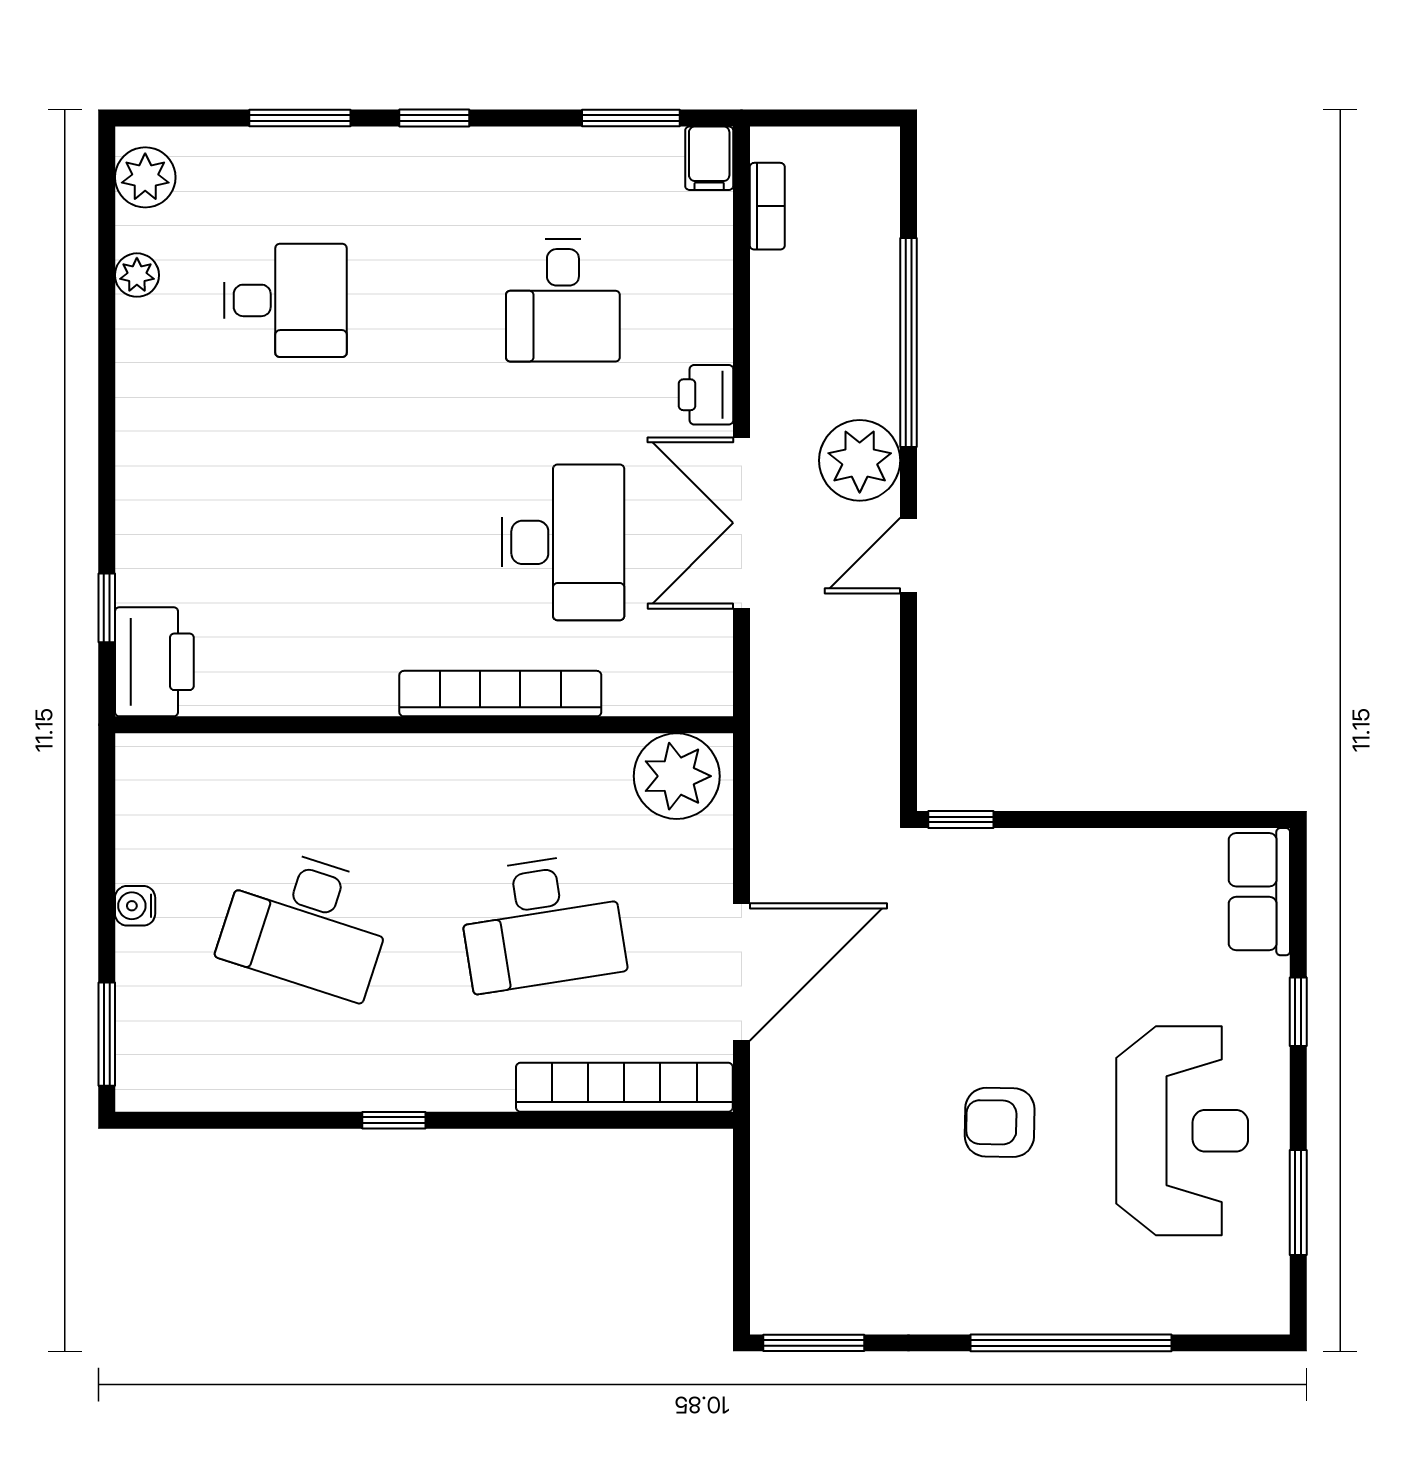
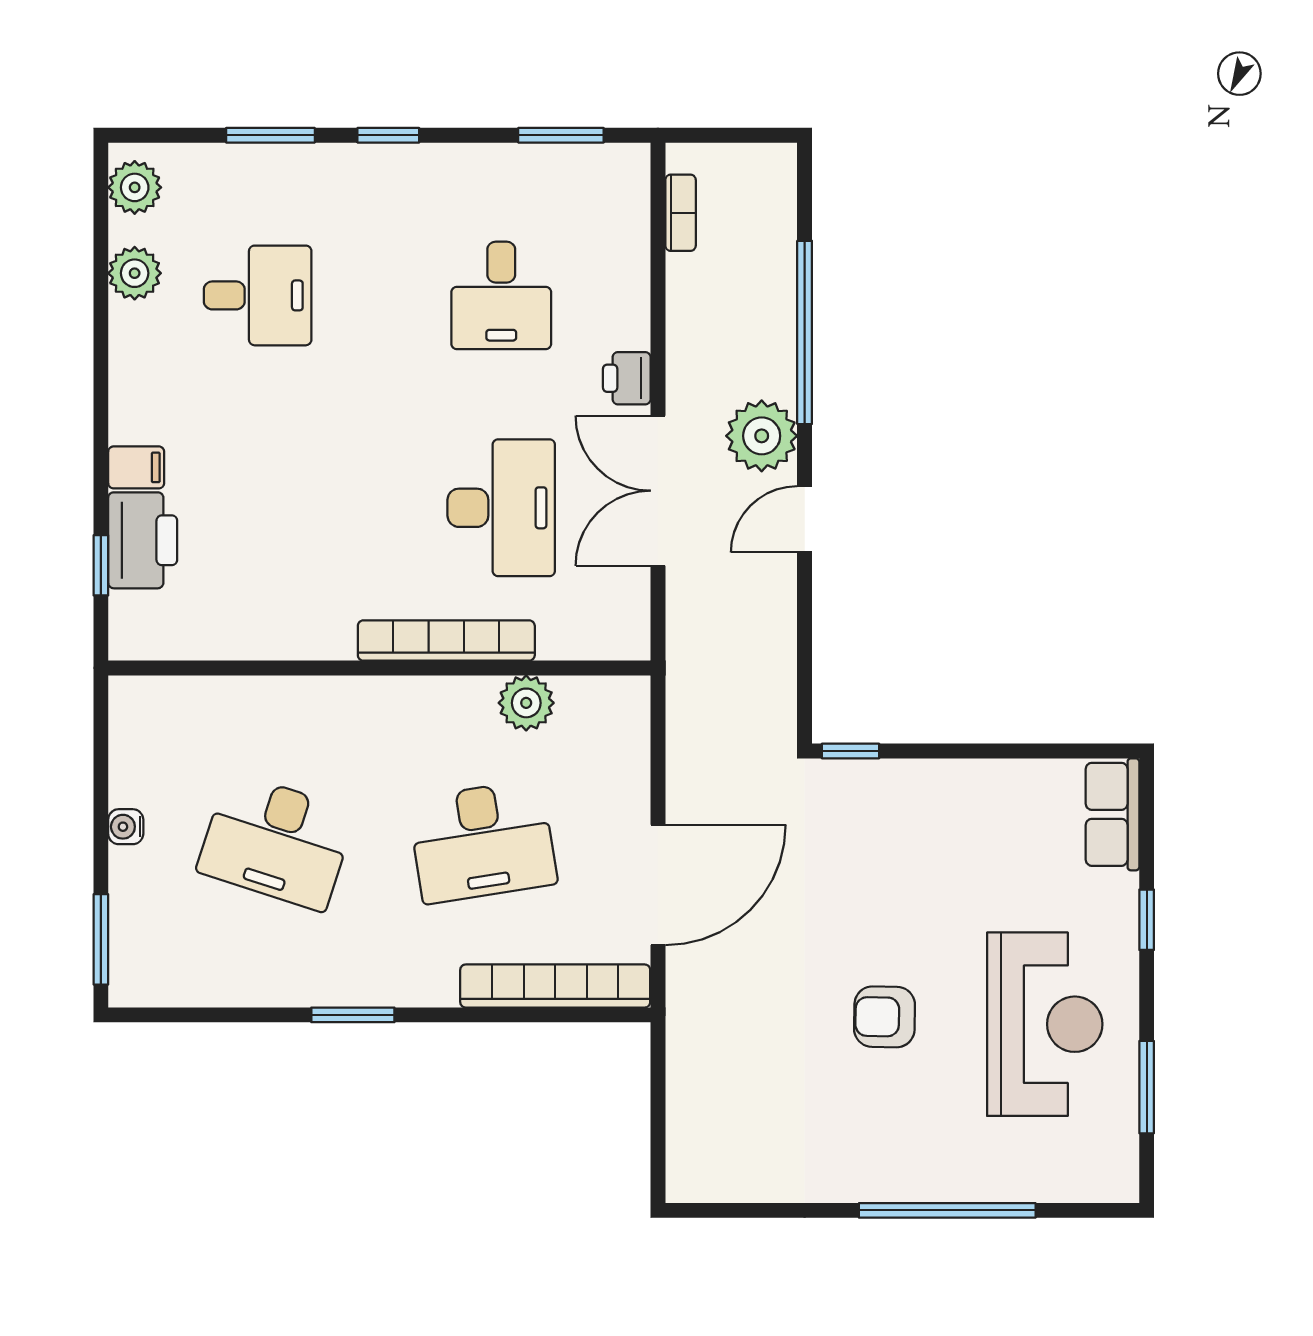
filing cabinet: (709, 158) -> (136, 467), moved, turned -90
plant: (137, 275) -> (135, 273), width x1.38, depth x1.38
printer: (154, 662) -> (143, 540), moved
plant: (677, 776) -> (526, 703), moved, width x0.73, depth x0.73
window: (394, 1120) -> (353, 1015), width x1.50
window: (814, 1343) -> (721, 1210), removed

